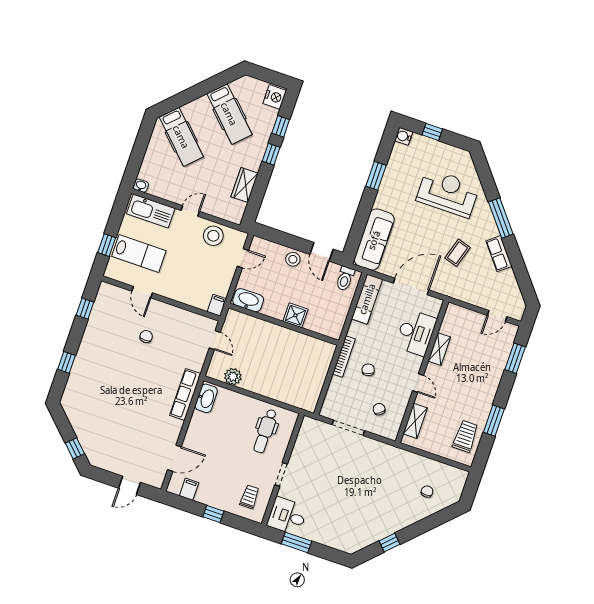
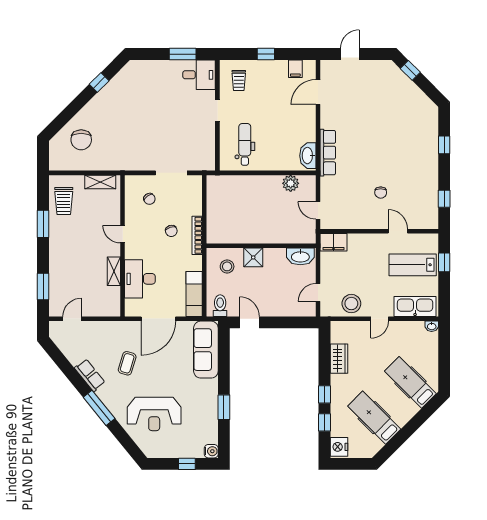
stool: (293, 259) -> (227, 266), moved
filing cabinet: (217, 305) -> (334, 242), width x2.00
shelving: (415, 421) -> (100, 182), moved, turned 90
chair: (427, 492) -> (81, 140), width x1.87, depth x1.87

